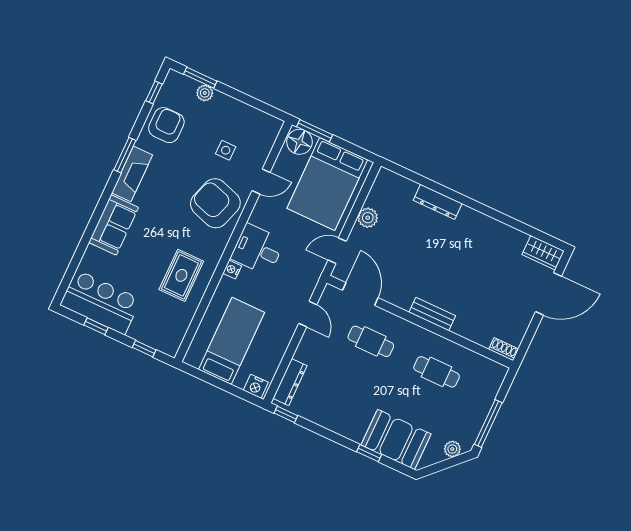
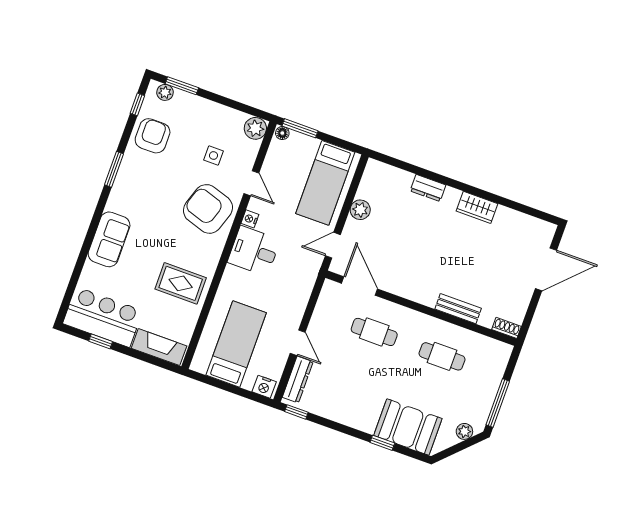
plant: (205, 93) -> (165, 92), moved
plant: (270, 127) -> (255, 128), added
floor lamp: (299, 142) -> (282, 133), width x0.53, depth x0.53
fireplace: (132, 174) -> (159, 347), moved, turned -90
door: (261, 181) -> (251, 183), hinge flipped
bed: (327, 184) -> (325, 183), width x0.67
dresser: (438, 202) -> (428, 188), width x0.70
wardrobe: (543, 253) -> (477, 207), moved
nightstand: (232, 270) -> (250, 219), moved
rug: (181, 275) -> (181, 283), turned 90
door: (308, 314) -> (298, 343), moved
bench: (432, 314) -> (458, 309), moved
window: (144, 349) -> (150, 359), removed

